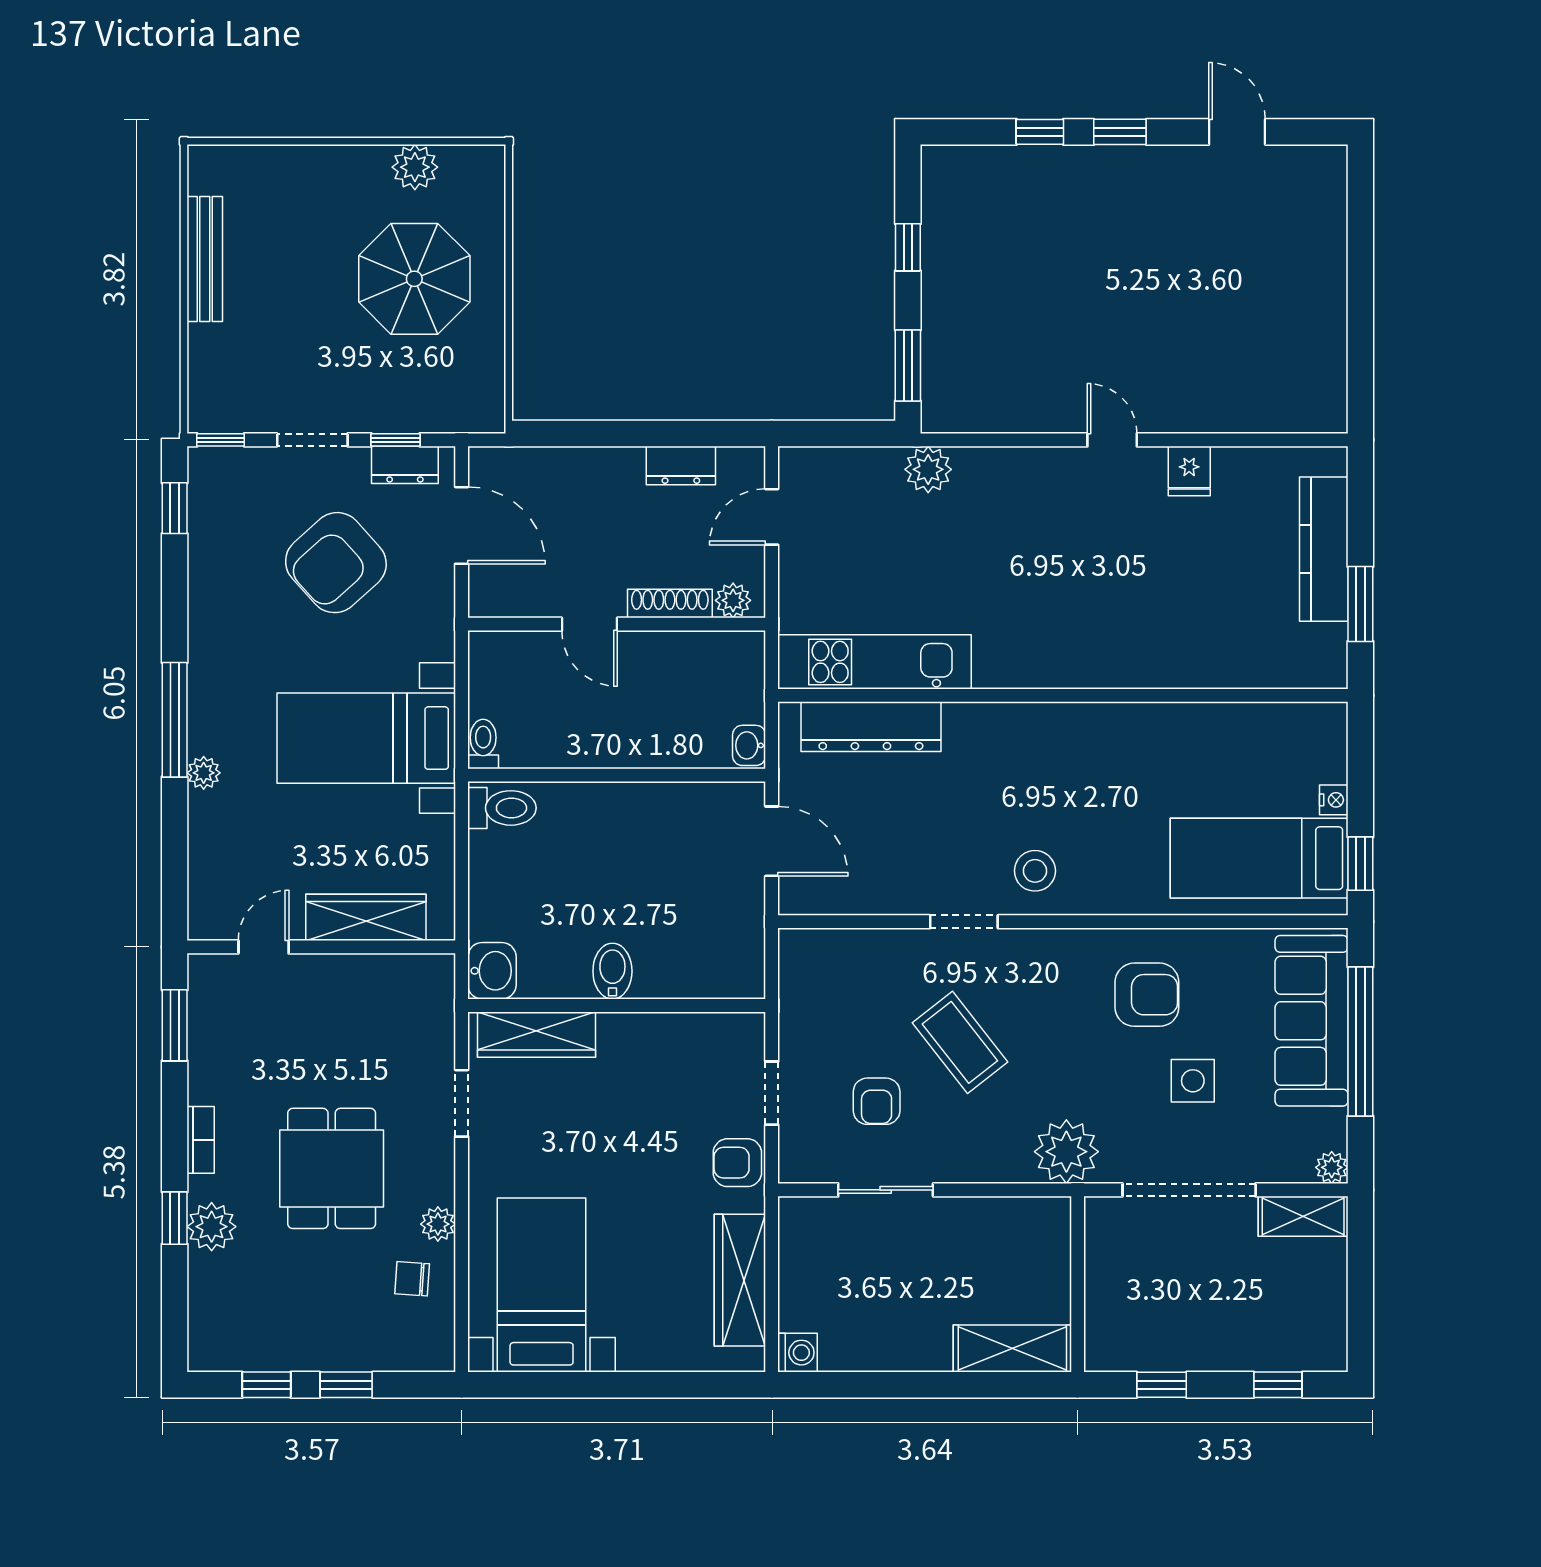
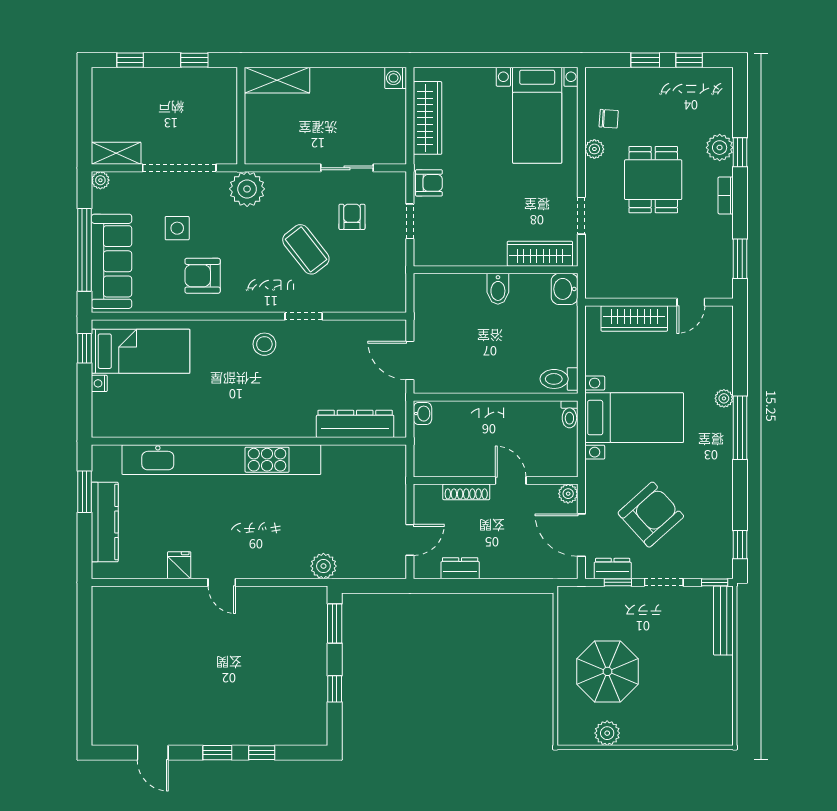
bench: (205, 259) -> (723, 621), moved
plant: (733, 600) -> (568, 494), moved
kitchen unit: (875, 662) -> (221, 460), moved, width x1.86

